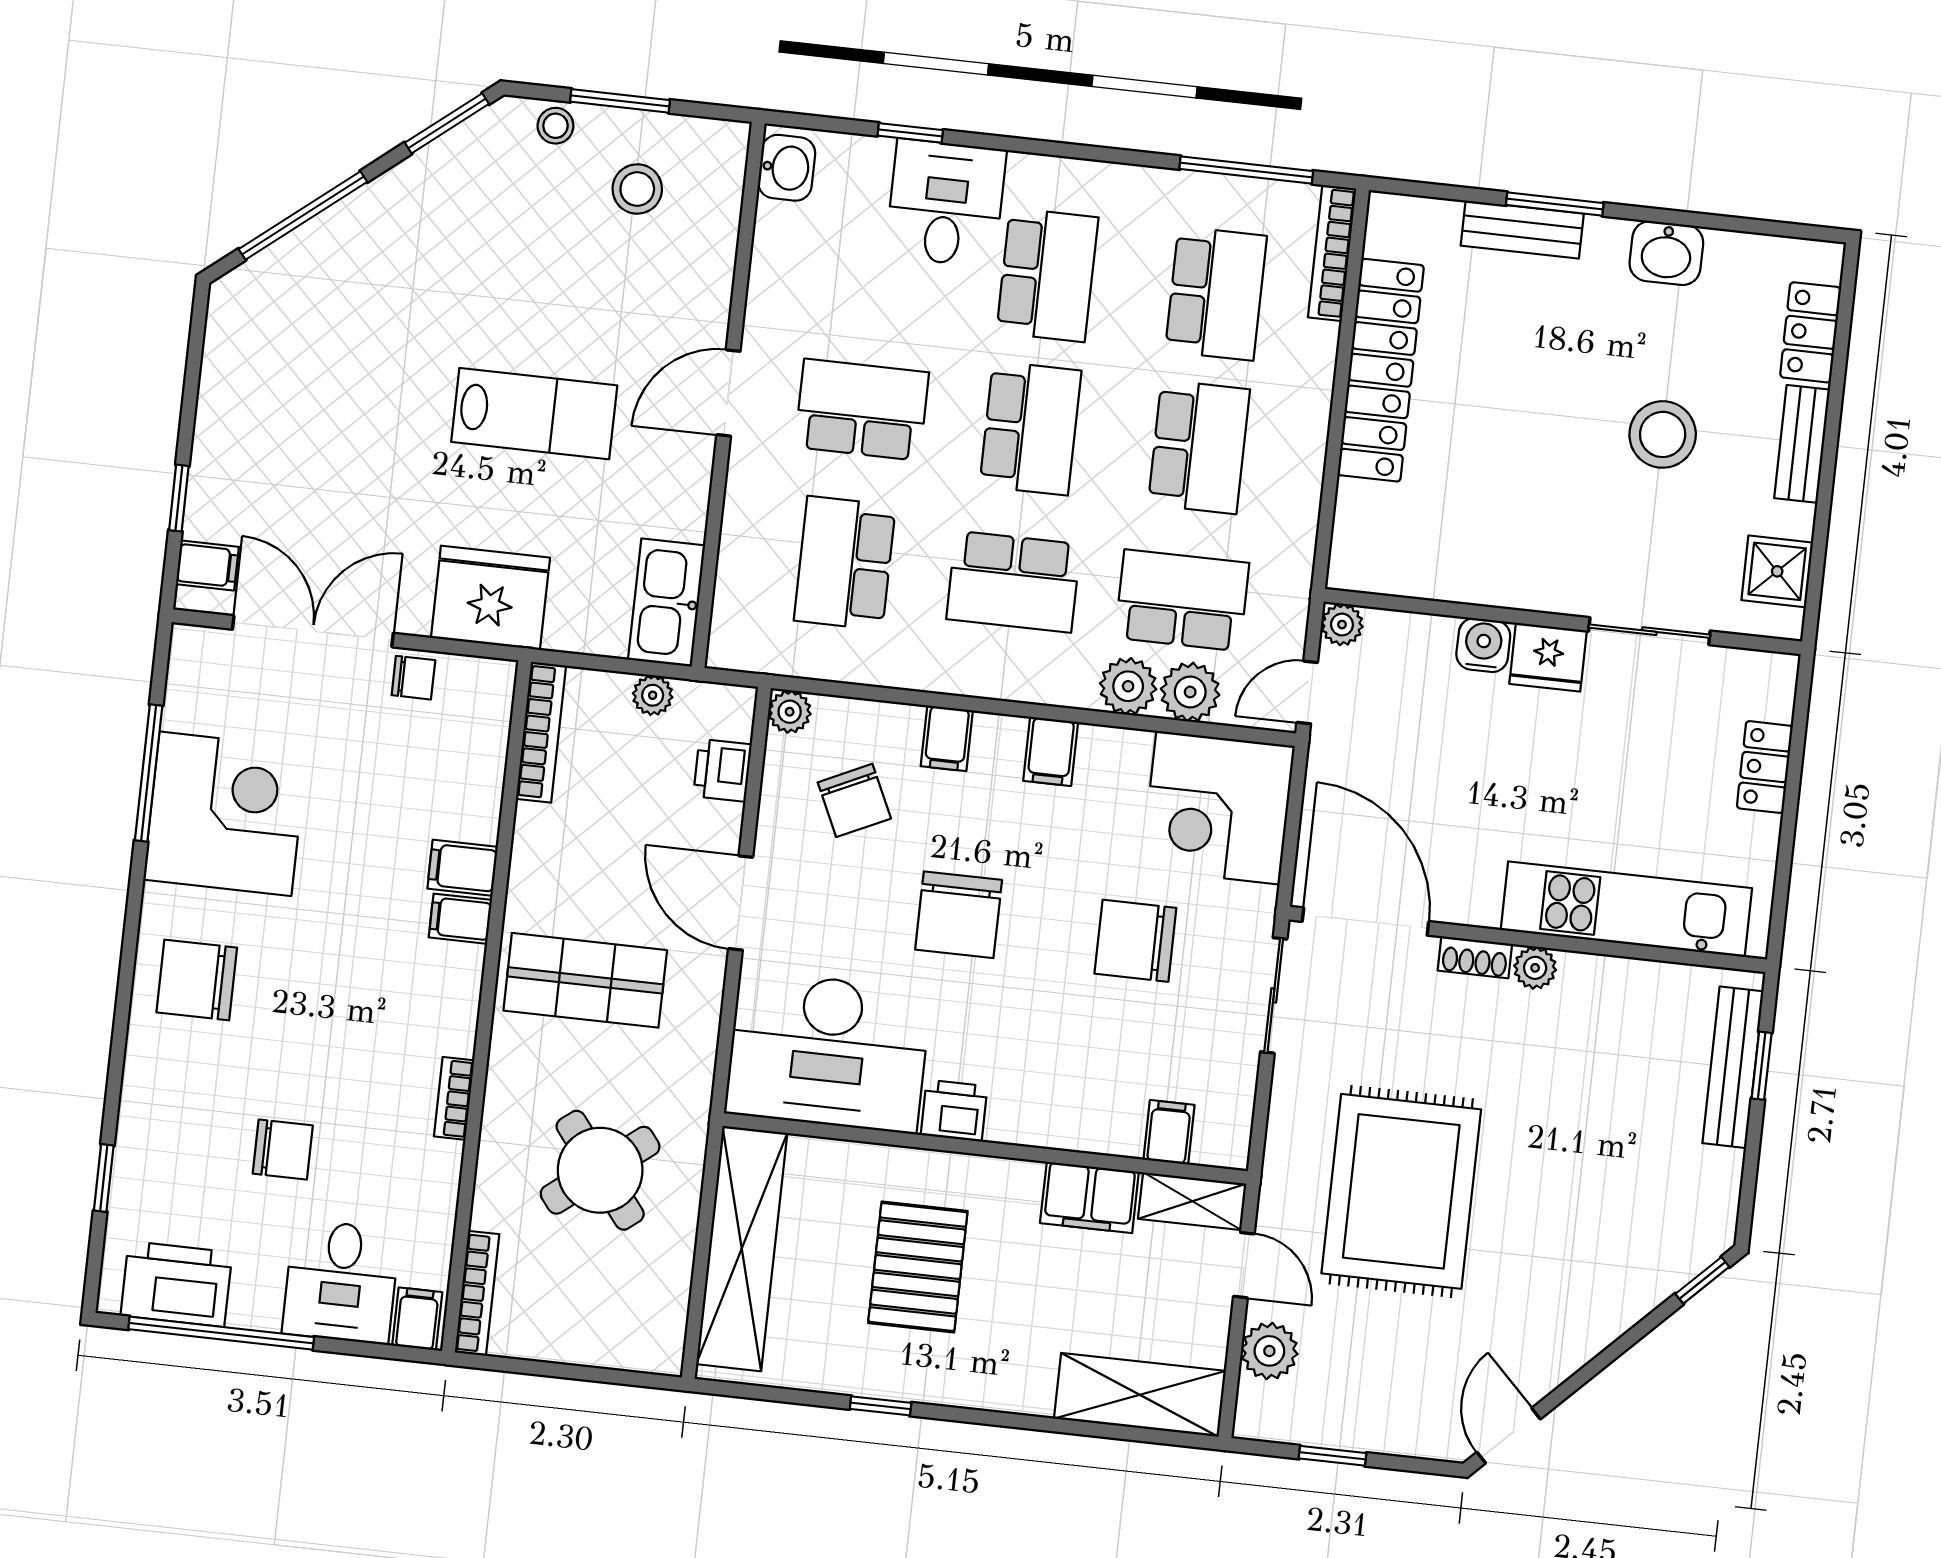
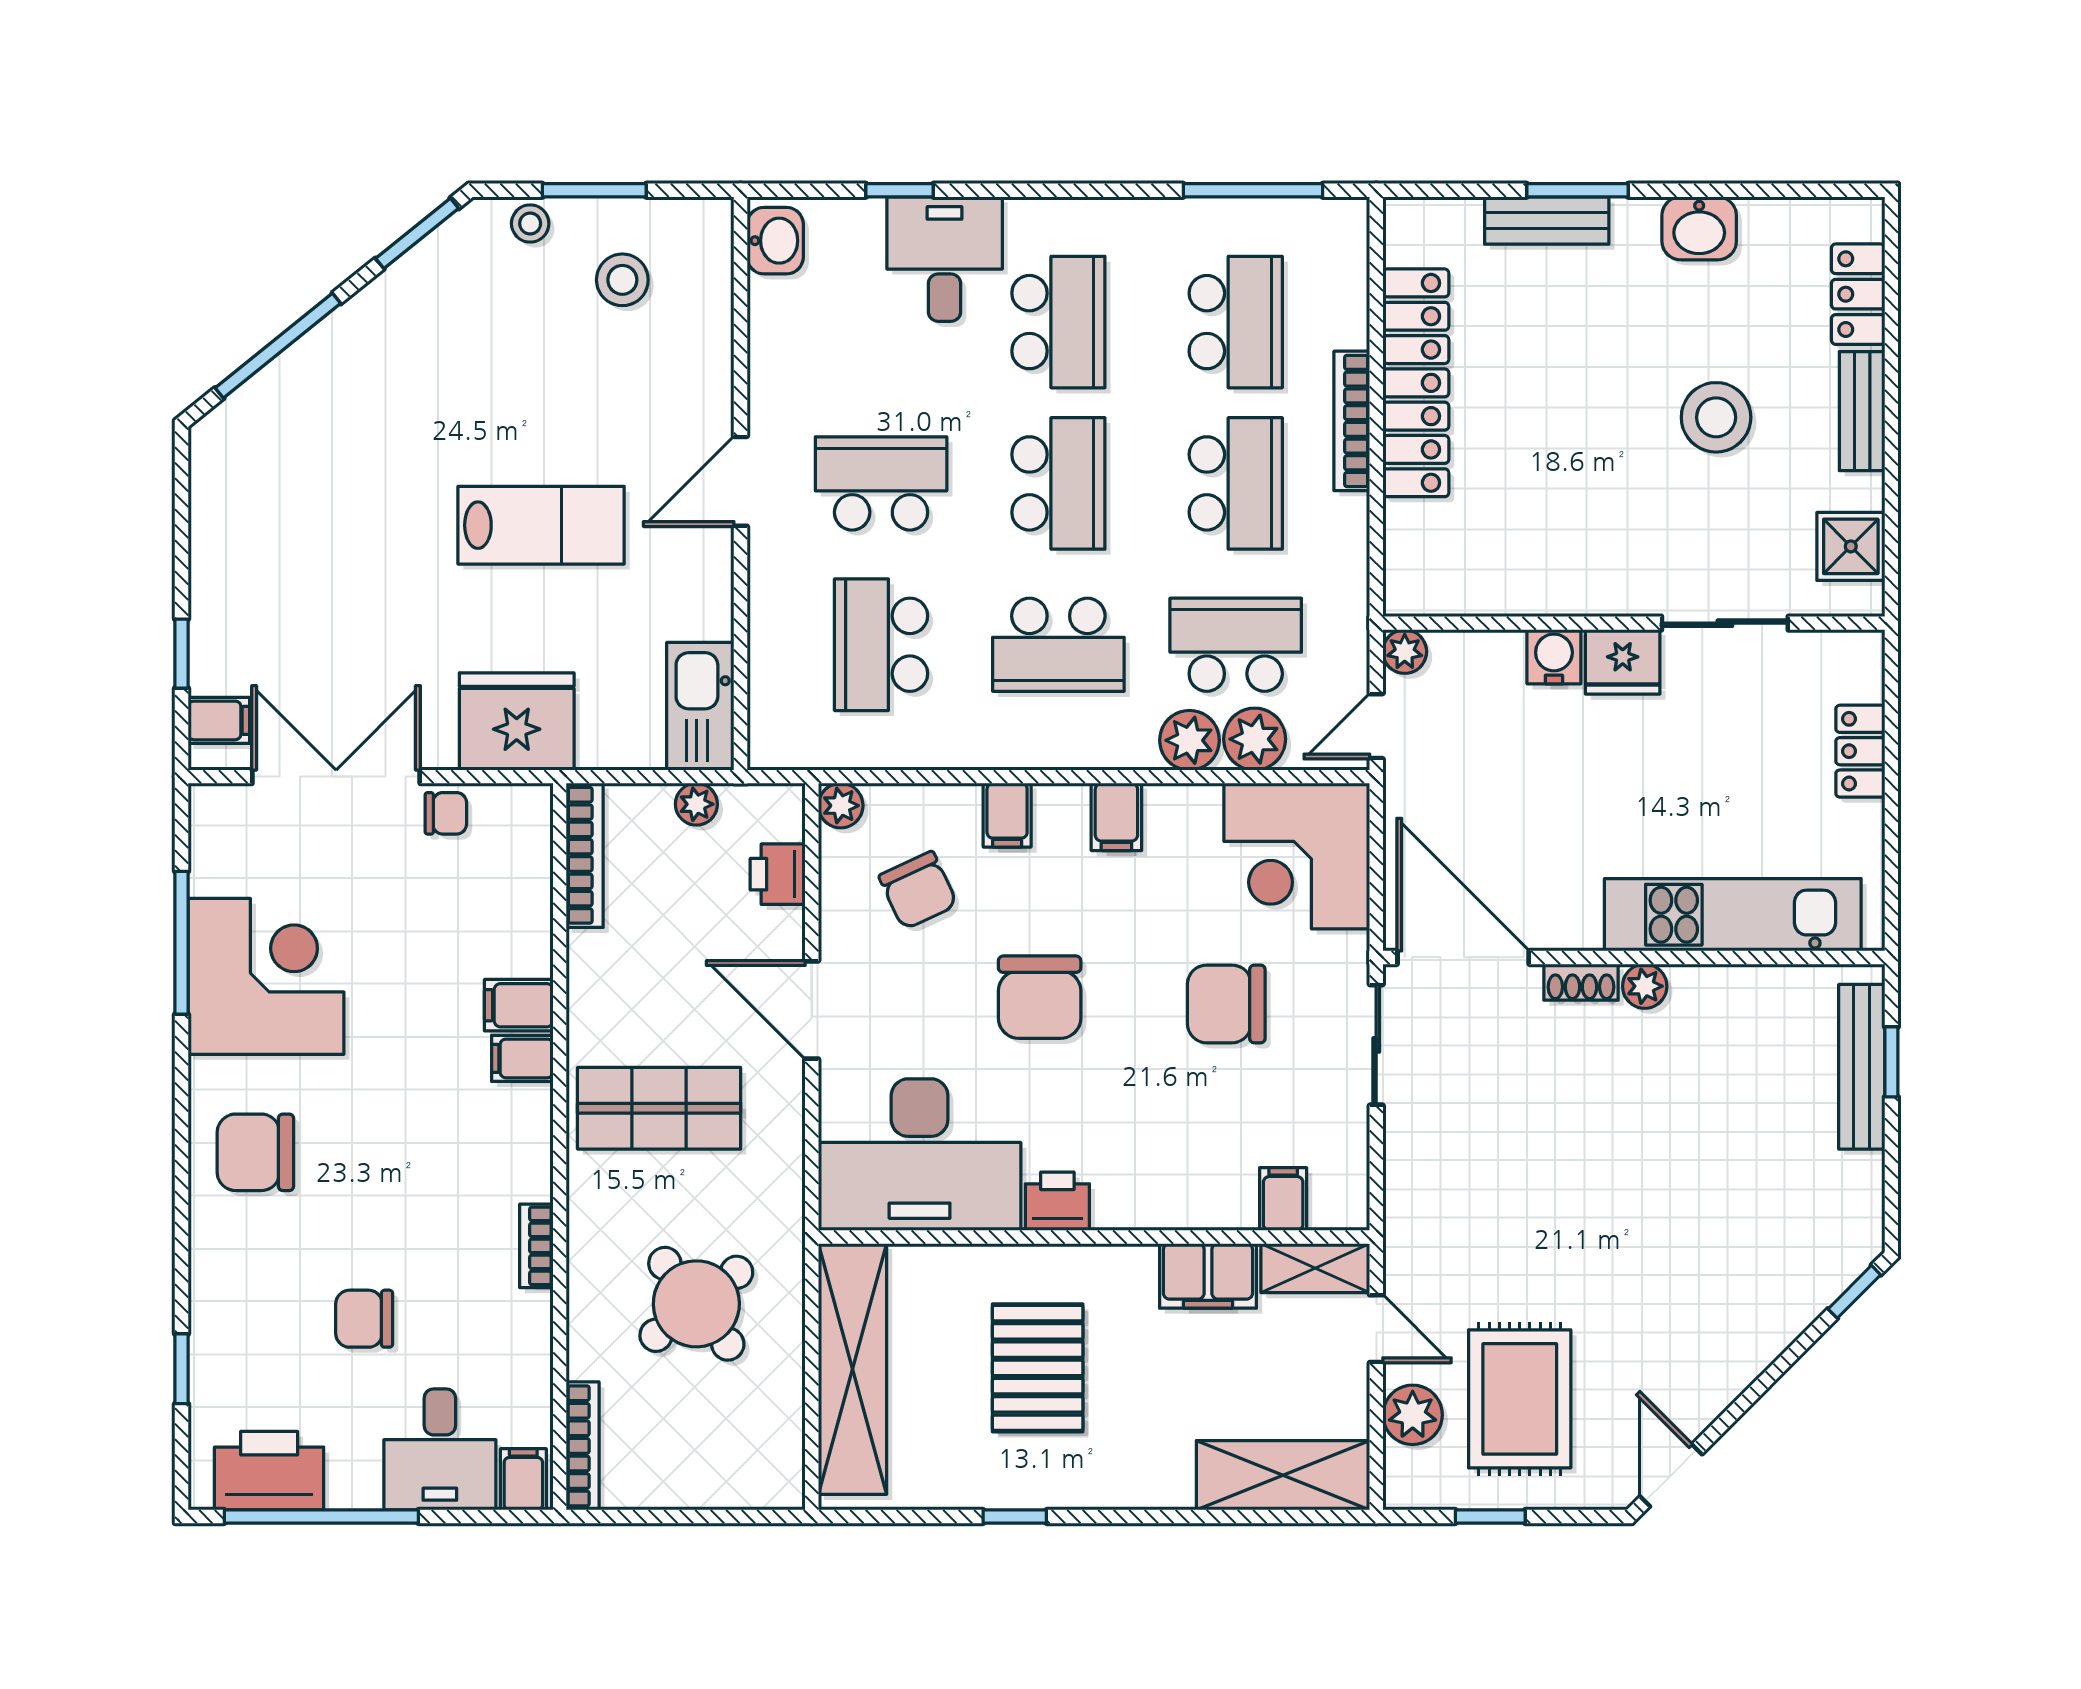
bookcase: (1332, 253) -> (1352, 421), moved
chair: (283, 1150) -> (364, 1319), turned 180
rug: (1401, 1191) -> (1520, 1399), moved, width x0.73, depth x0.69

